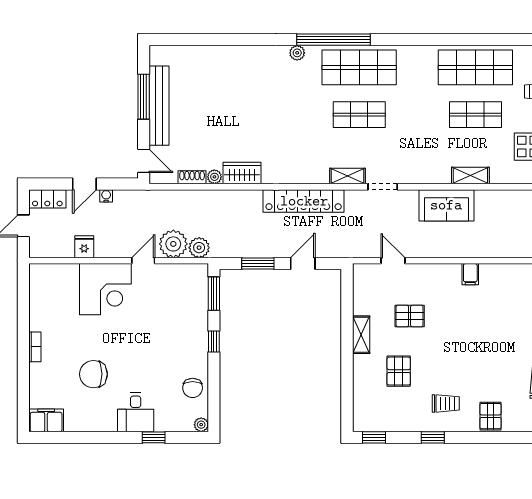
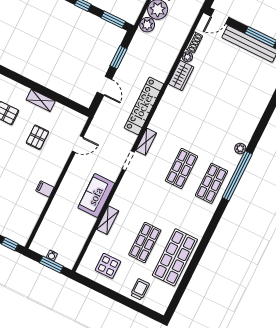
shop shelf: (359, 67) -> (211, 183), width x0.70, depth x0.74

